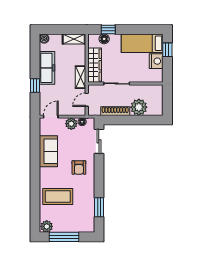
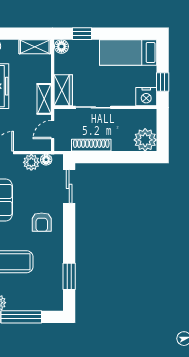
floor lamp: (104, 39) -> (61, 47), moved
window: (167, 50) -> (163, 82), moved
nightstand: (156, 61) -> (146, 97), moved, turned 90
wardrobe: (95, 65) -> (63, 90), width x0.67
plant: (139, 107) -> (145, 140), moved

